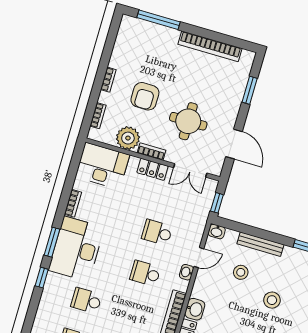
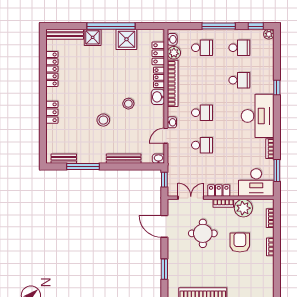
window: (52, 242) -> (277, 170), moved
stool: (241, 272) -> (128, 104), moved

